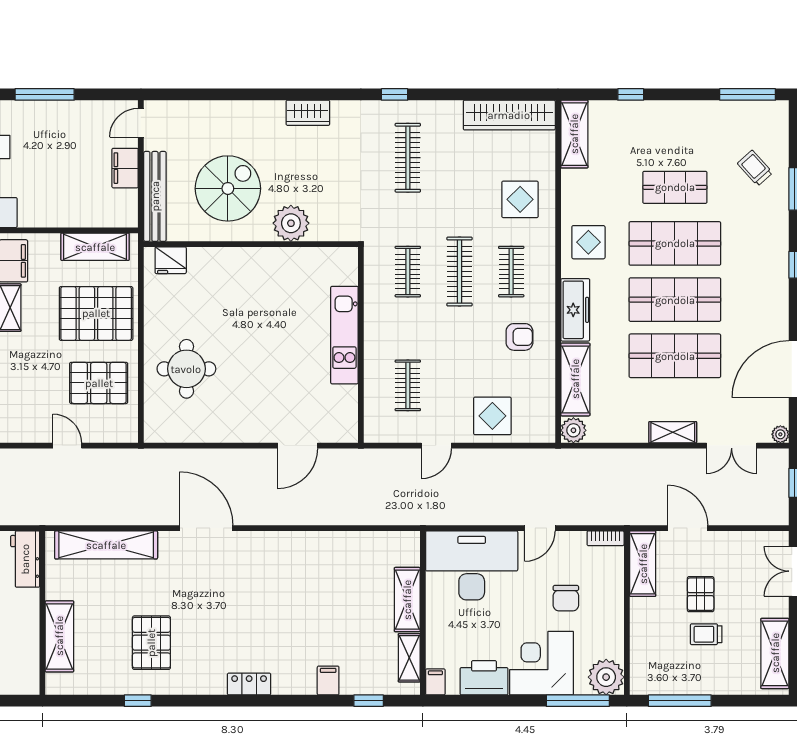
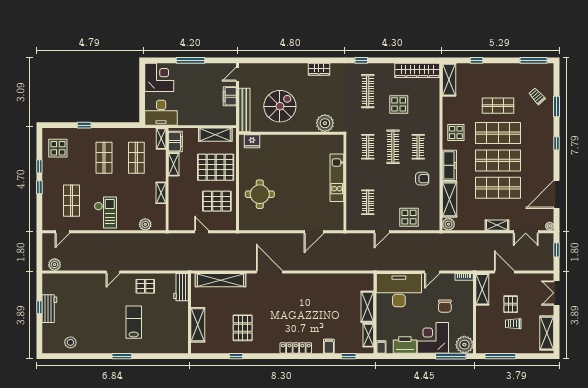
display table: (520, 199) -> (399, 104), moved
plant: (291, 223) -> (325, 123), moved
locker: (249, 684) -> (296, 348), width x1.53

